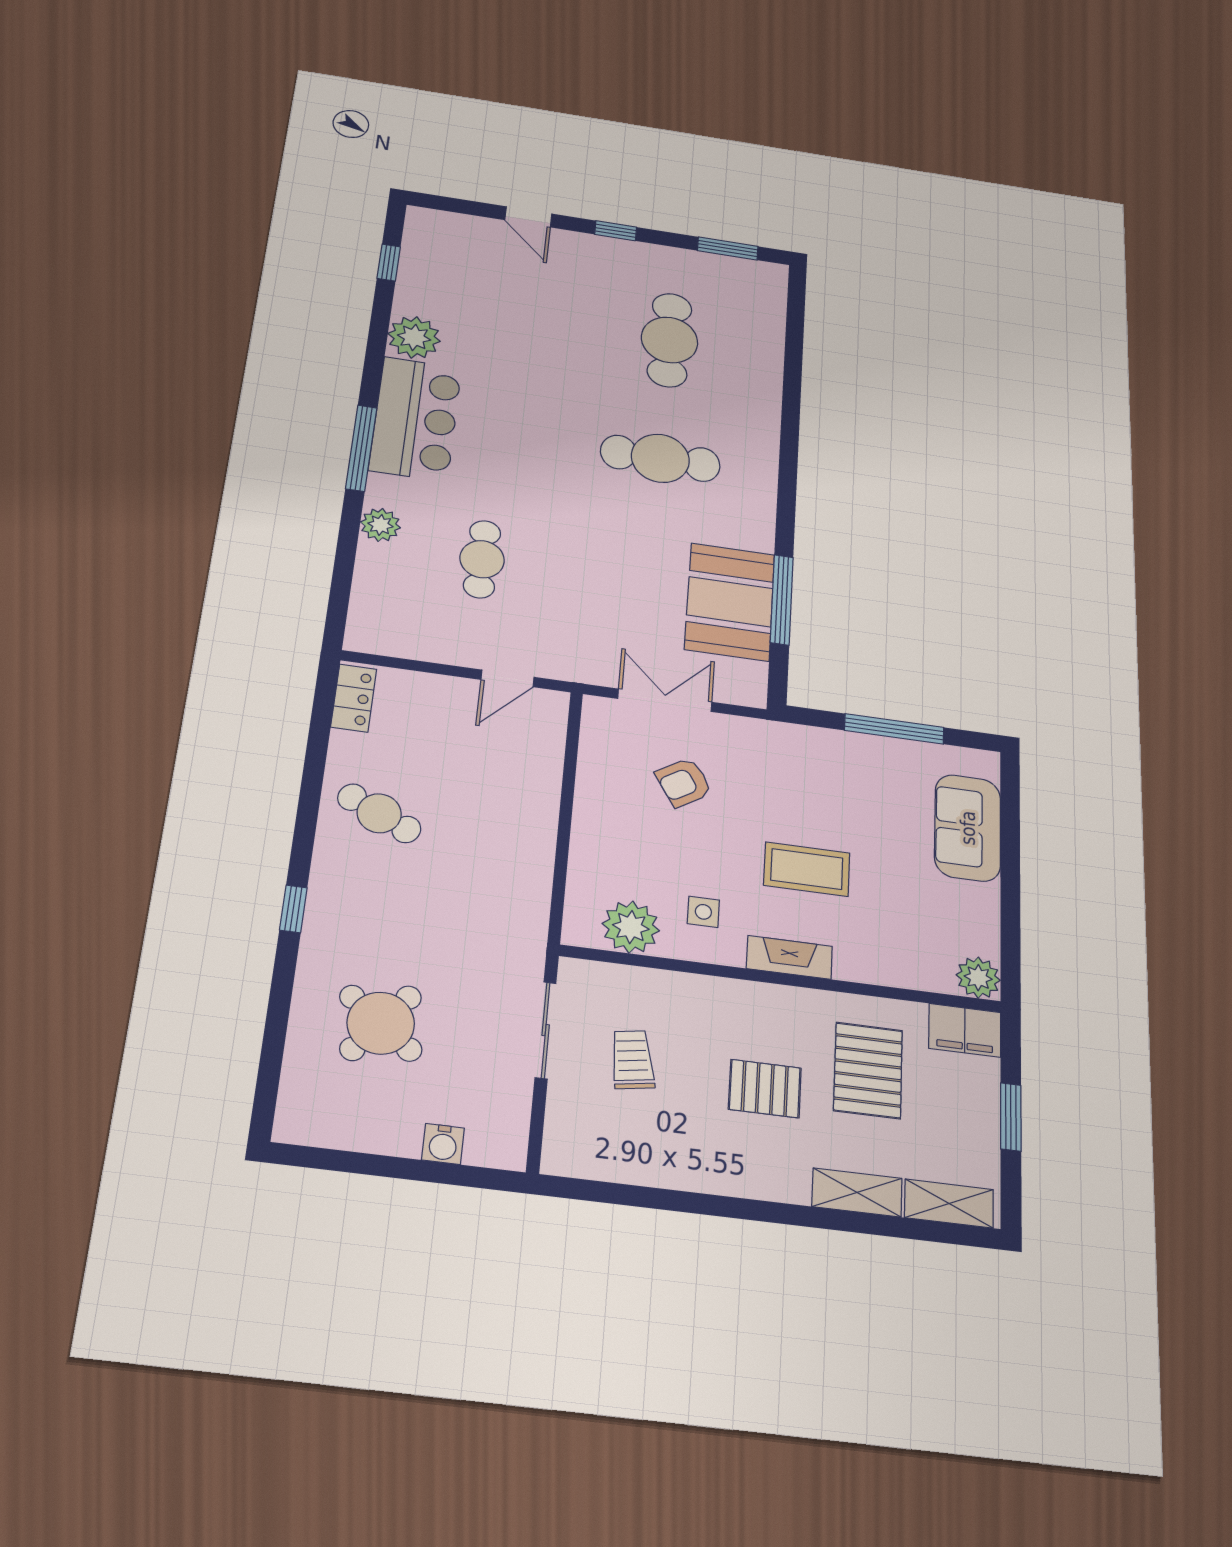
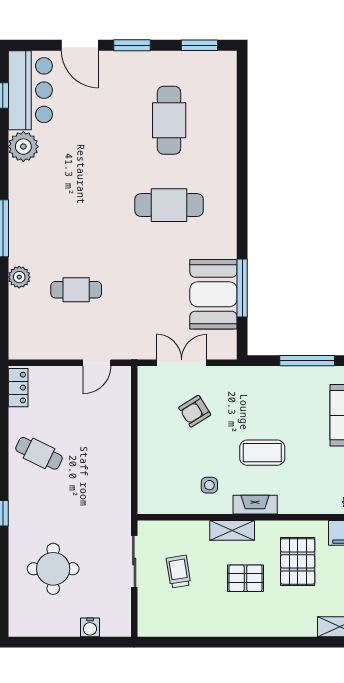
door: (528, 217) -> (80, 45), width x1.38
window: (616, 231) -> (132, 45), width x1.50
bar counter: (416, 419) -> (30, 90), moved
cafe table: (482, 559) -> (76, 290), turned 90
plant: (631, 927) -> (173, 499), removed
round table: (381, 1023) -> (53, 569), turned -38
shelving: (857, 1192) -> (232, 530), moved

